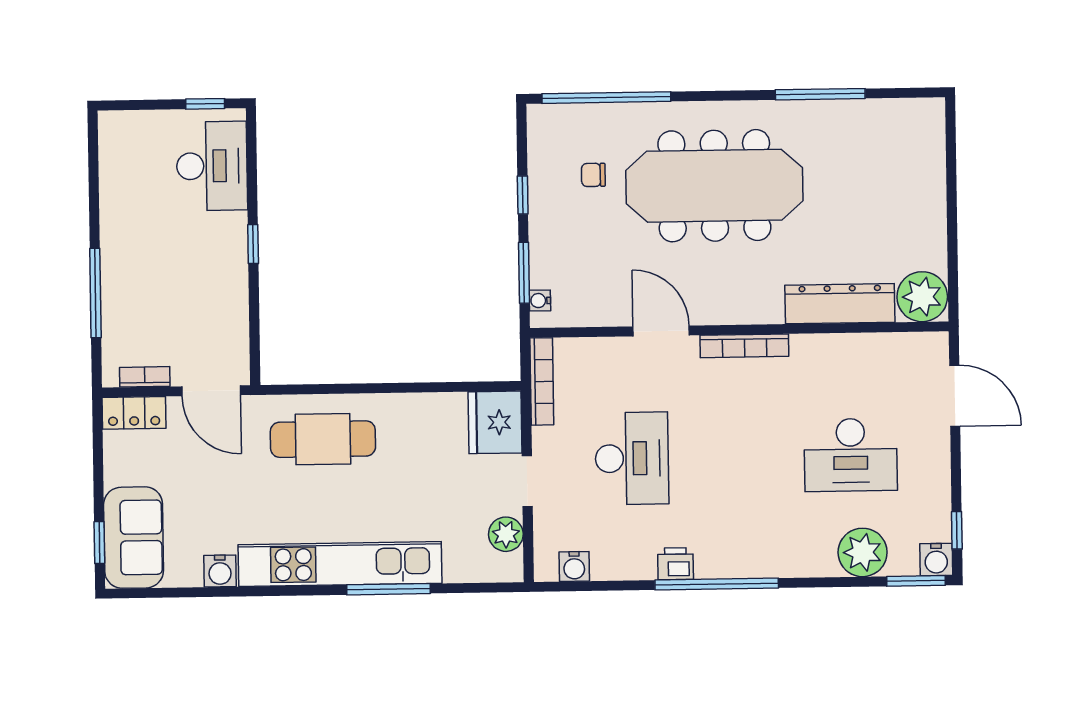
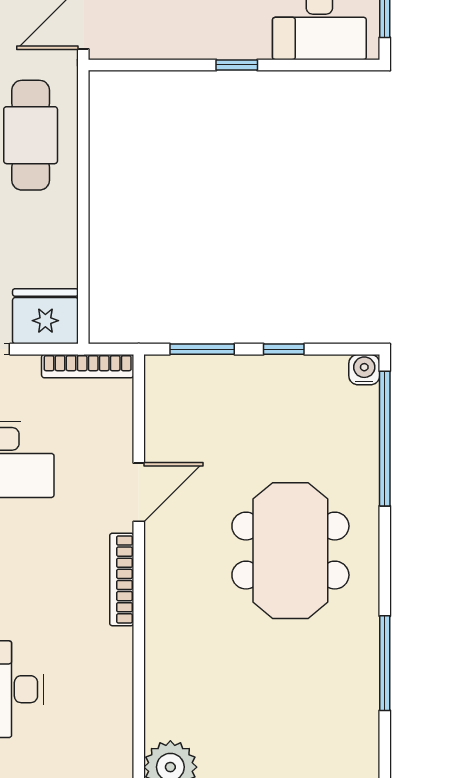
chair: (593, 175) -> (304, 424), removed
meeting table: (714, 186) -> (290, 551), width x0.73
water cooler: (540, 301) -> (364, 370), moved, width x1.38, depth x1.38
dresser: (840, 304) -> (164, 680), removed

